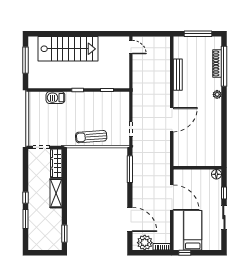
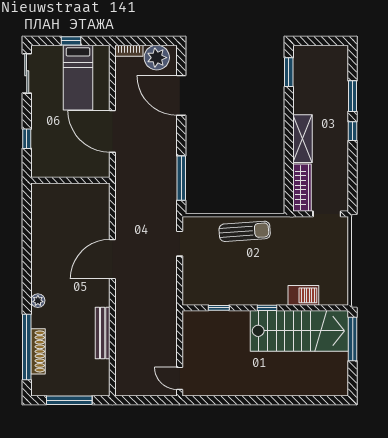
stairs: (68, 49) -> (299, 331), moved, turned 180
window: (25, 60) -> (353, 339), moved
floor lamp: (216, 174) -> (39, 170), removed
sliding door: (224, 217) -> (27, 73), moved
window: (185, 253) -> (71, 41), moved

